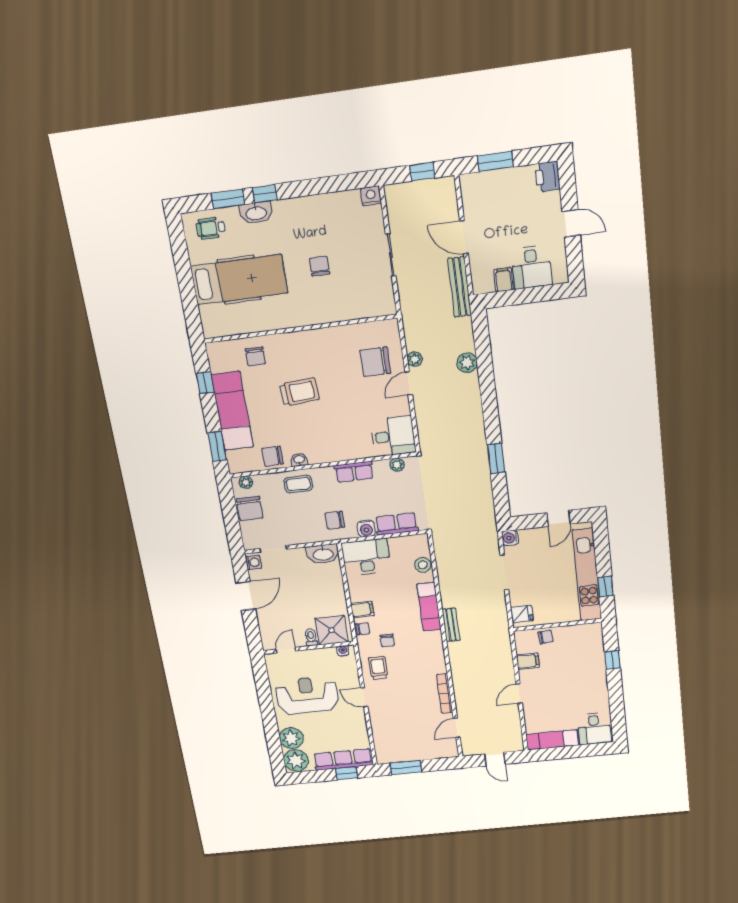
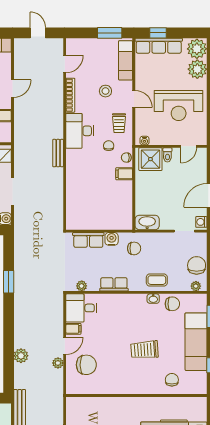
filing cabinet: (400, 408) -> (73, 329), added
desk: (366, 557) -> (80, 131), moved, turned 90
stool: (423, 565) -> (105, 91), moved
exam couch: (429, 607) -> (126, 60), moved, turned 180

